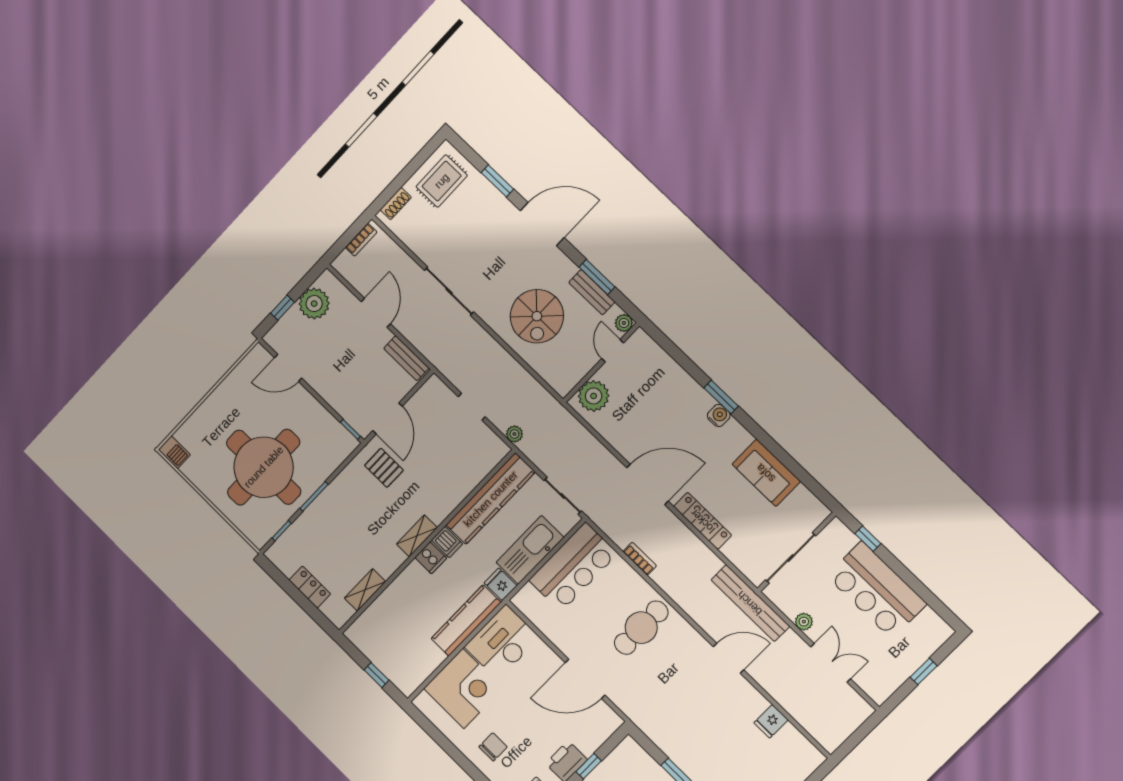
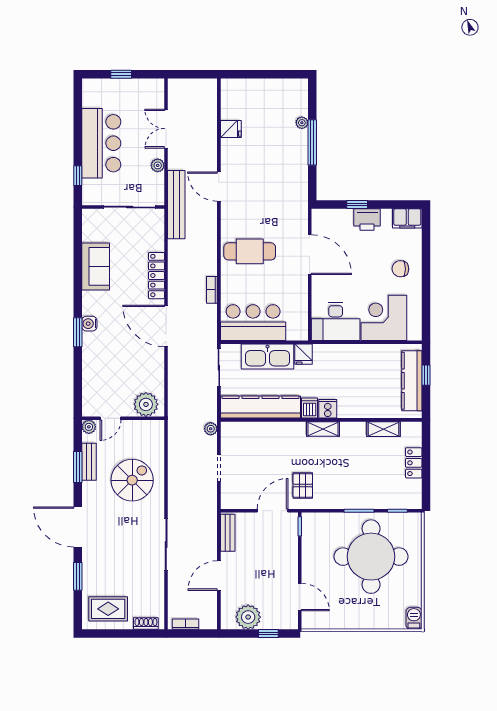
kitchen counter: (466, 620) -> (412, 381), moved, turned 90

